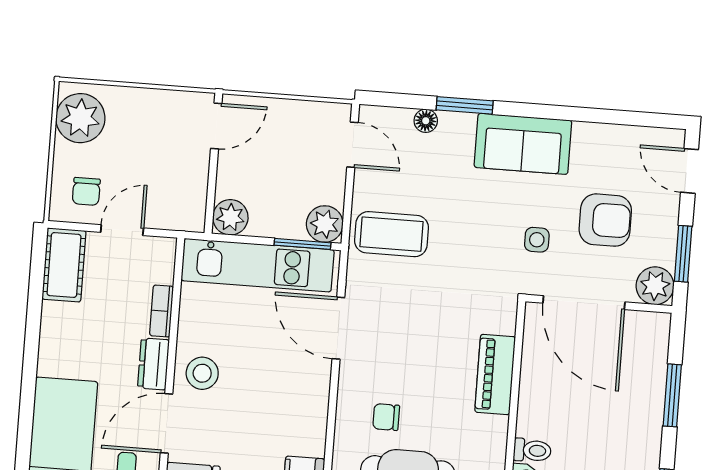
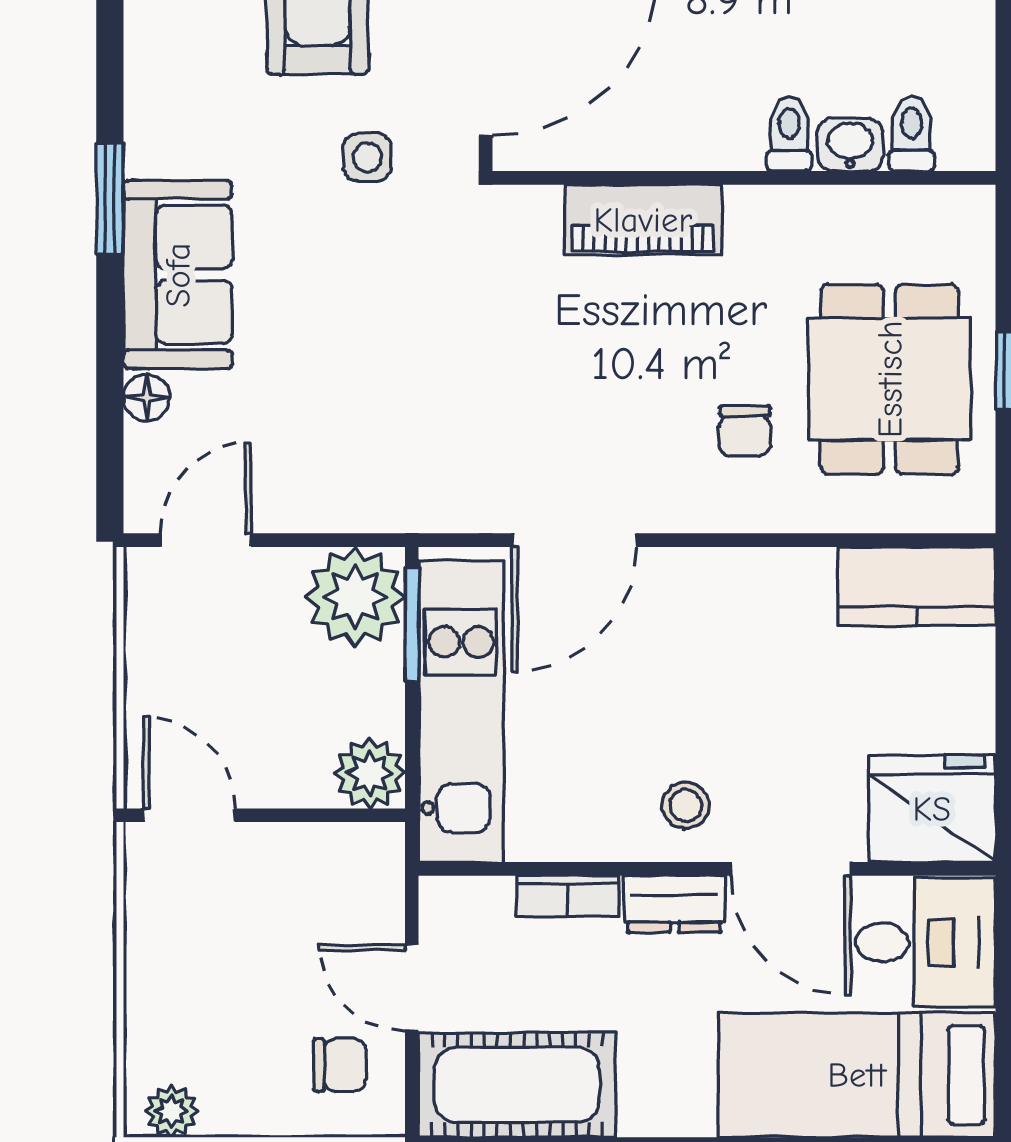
window: (465, 105) -> (110, 199), moved
plant: (80, 118) -> (171, 1111), width x0.53, depth x0.53
sofa: (523, 144) -> (178, 275), moved
plant: (325, 224) -> (355, 597), width x1.36, depth x1.36
coffee table: (392, 234) -> (378, 448), removed
cot: (64, 265) -> (517, 1085), width x1.37, depth x1.34
stool: (202, 373) -> (686, 805), width x0.73, depth x0.73

